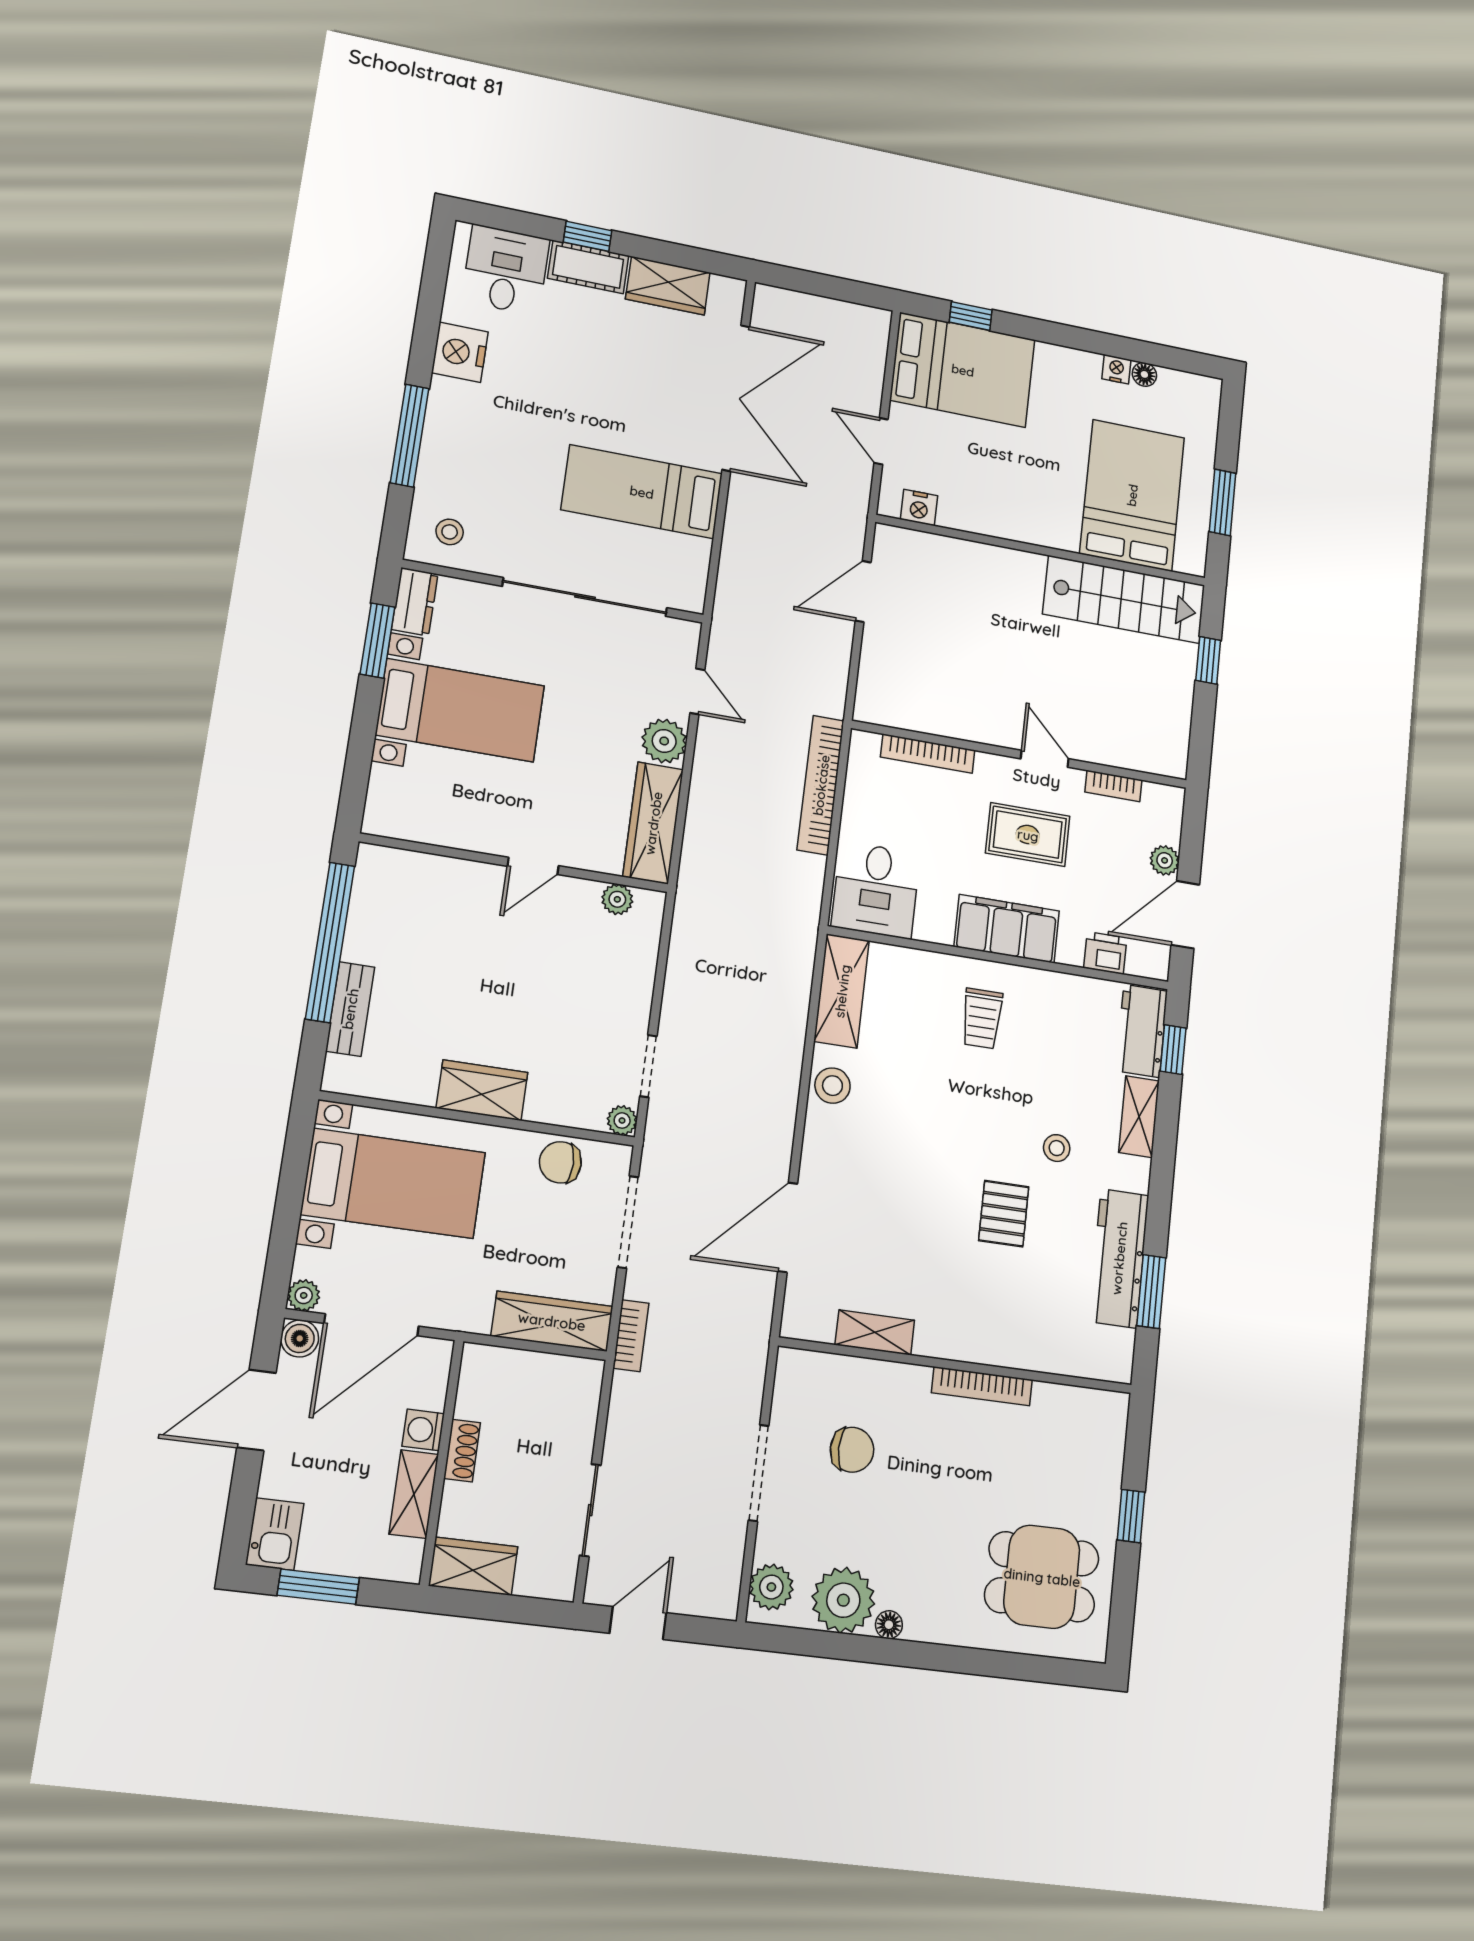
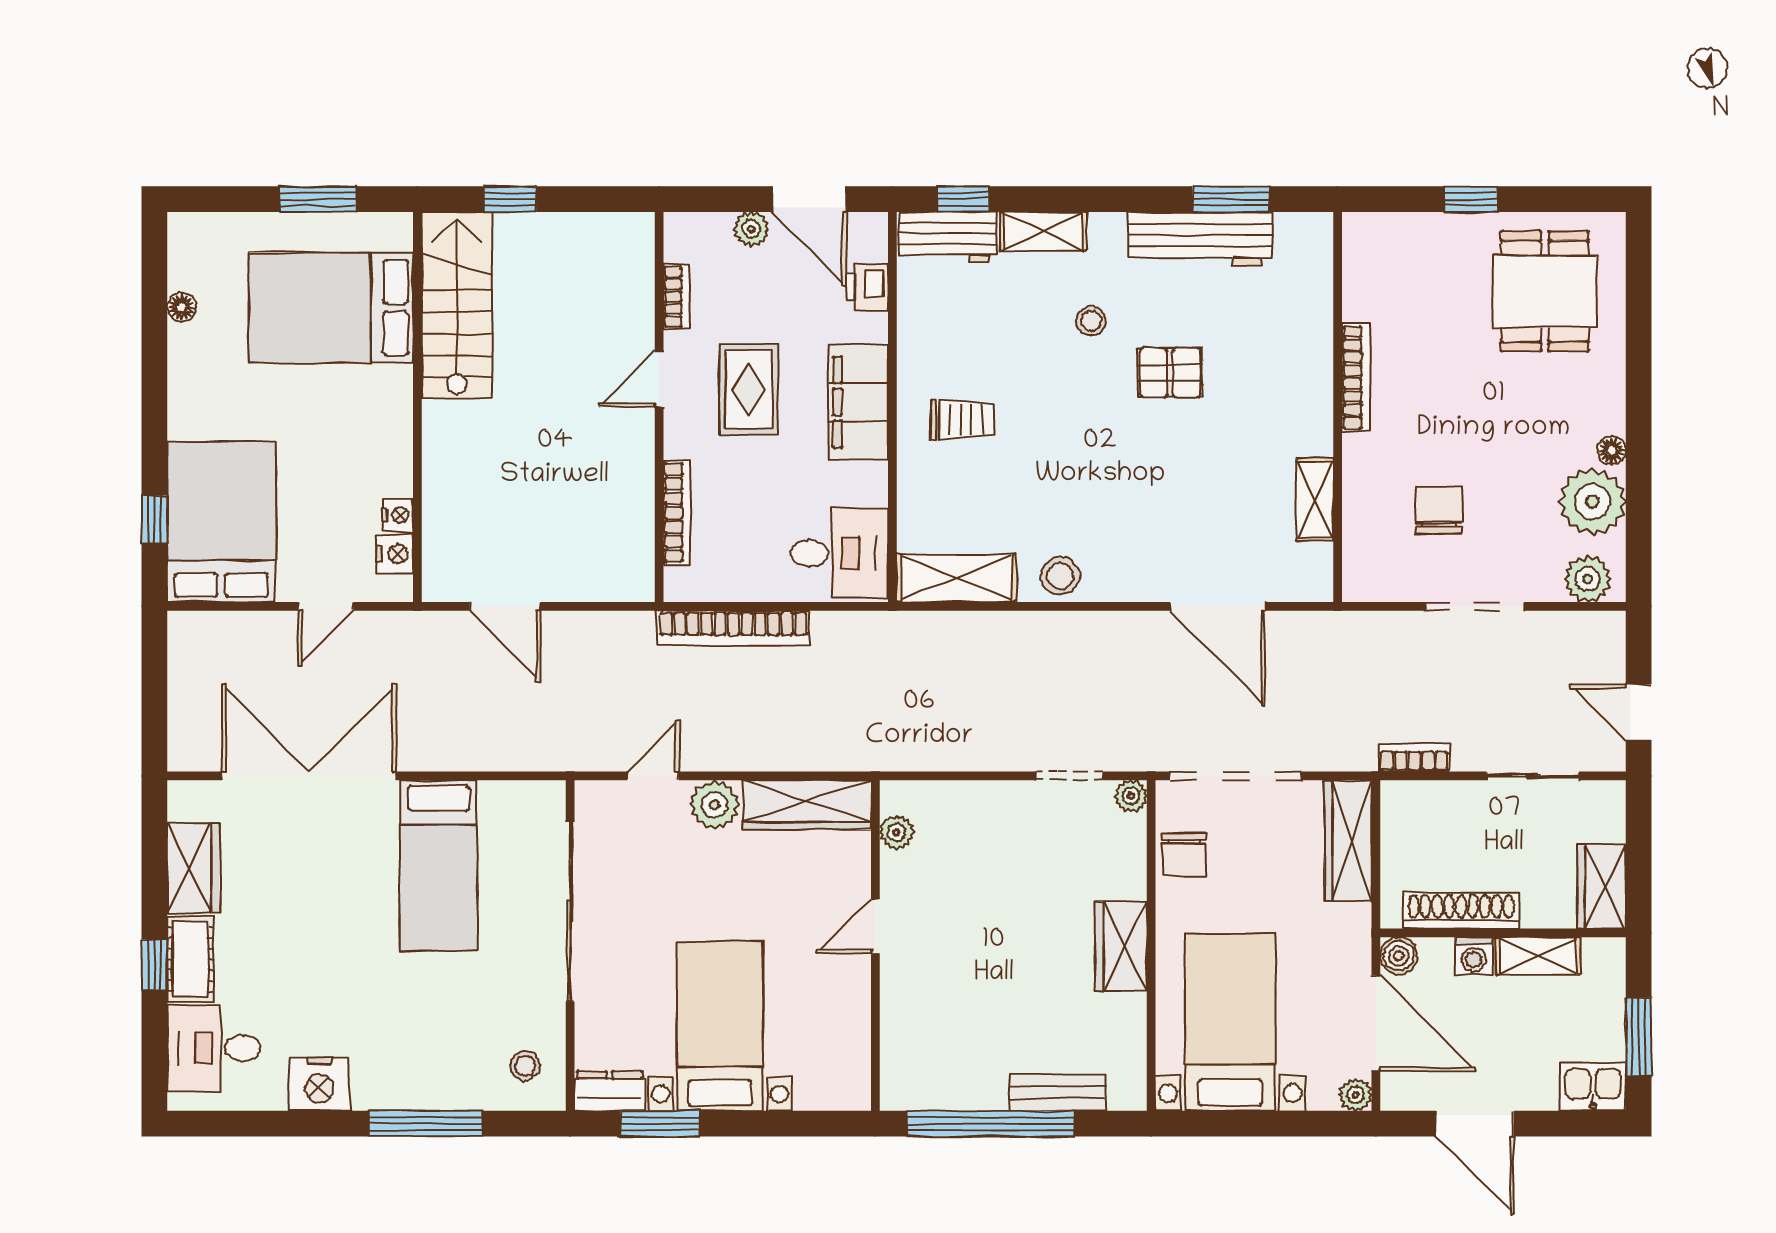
nightstand: (1116, 369) -> (398, 515), moved, turned 180
door: (533, 866) -> (875, 926), swing flipped
doorway: (628, 1222) -> (1236, 776), width x1.36
bookcase: (631, 1336) -> (1414, 757), moved
boiler: (300, 1338) -> (1399, 956), moved
shoe rack: (462, 1451) -> (1461, 911), width x1.94, depth x1.24

